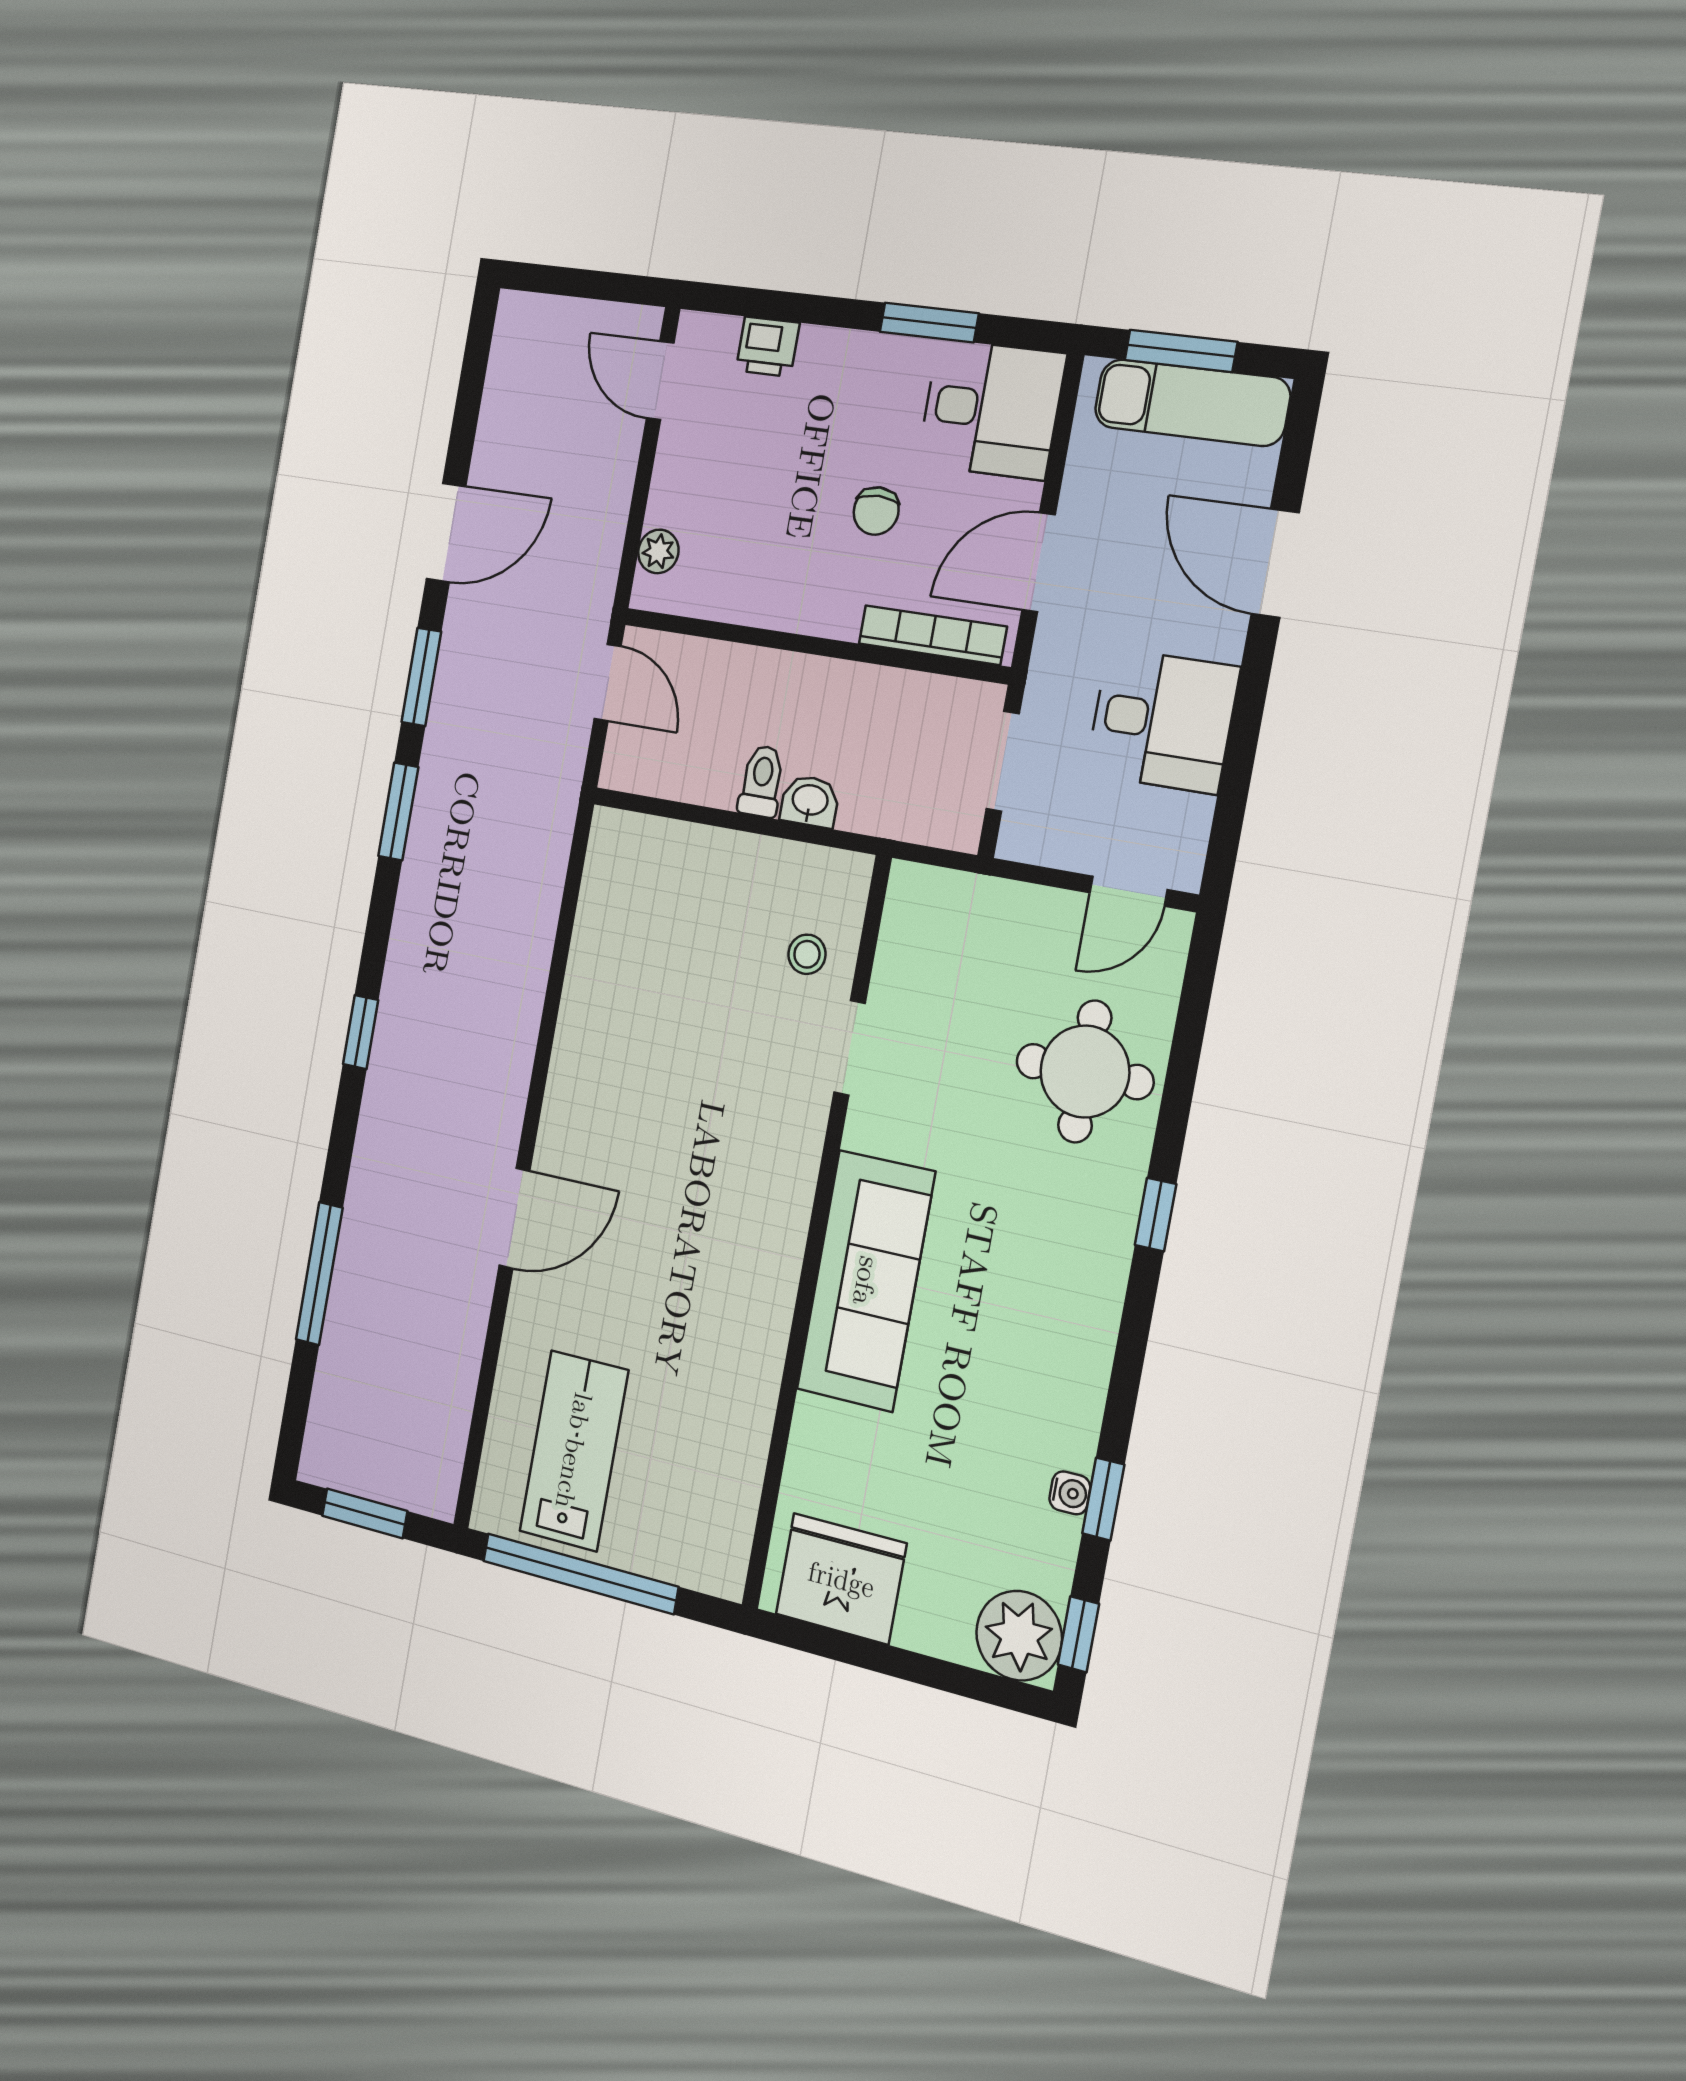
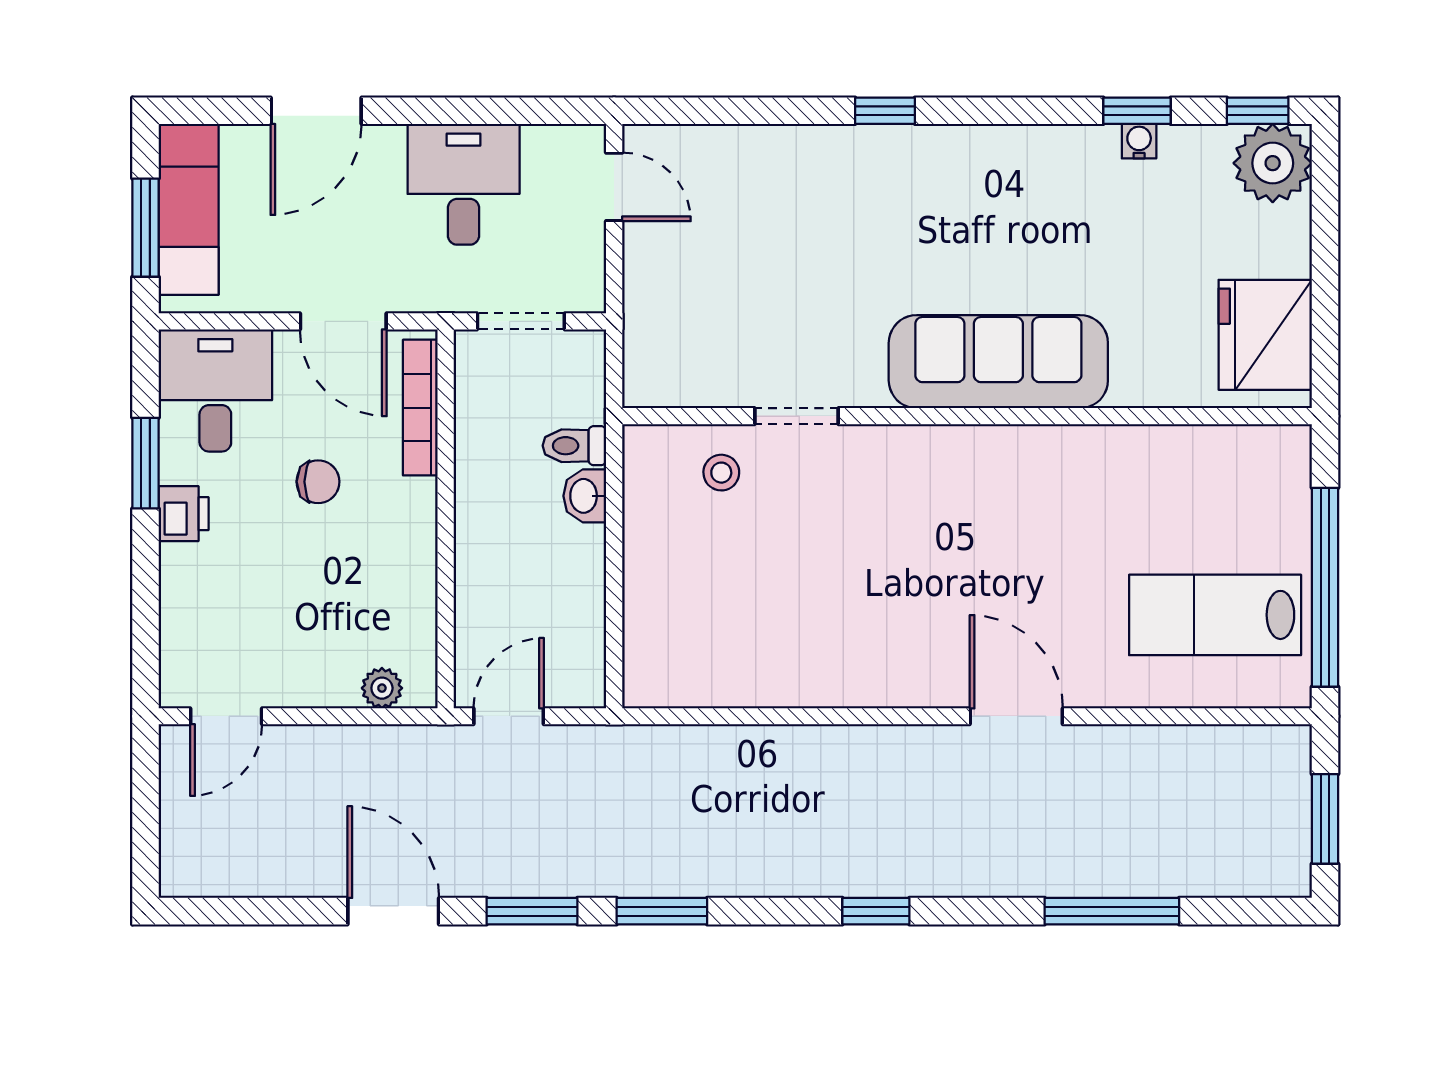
printer: (768, 347) -> (184, 514), moved
toilet: (762, 781) -> (574, 446), moved
round table: (1085, 1072) -> (776, 196), removed

